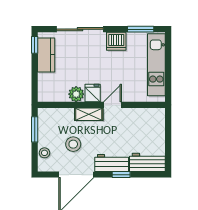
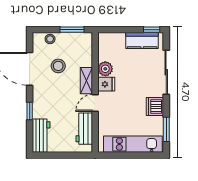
door: (113, 105) -> (95, 103), swing flipped
workbench: (112, 163) -> (84, 129), moved, turned 180

